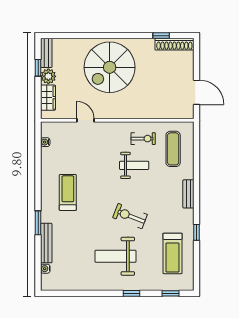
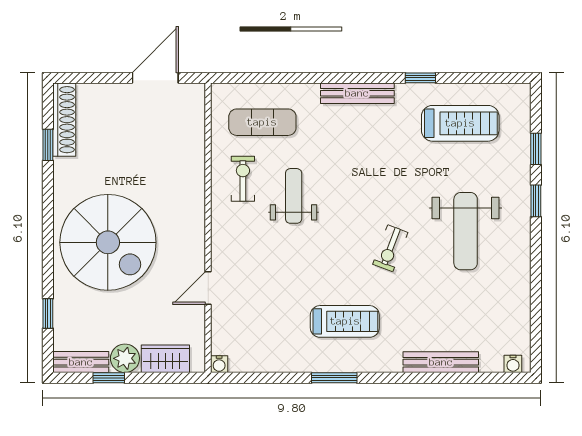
window: (72, 36) -> (48, 313), added
water cooler: (45, 142) -> (219, 364), moved
treadmill: (68, 192) -> (345, 321), turned 180
bench: (188, 194) -> (357, 93), width x1.36
exercise bike: (130, 216) -> (390, 248), moved, width x0.73, depth x0.72
window: (38, 223) -> (334, 378), moved
water cooler: (45, 269) -> (513, 364), moved
window: (171, 293) -> (536, 149), moved

